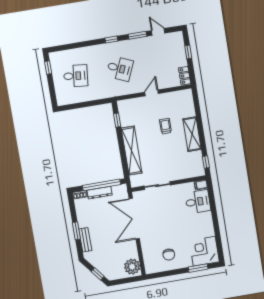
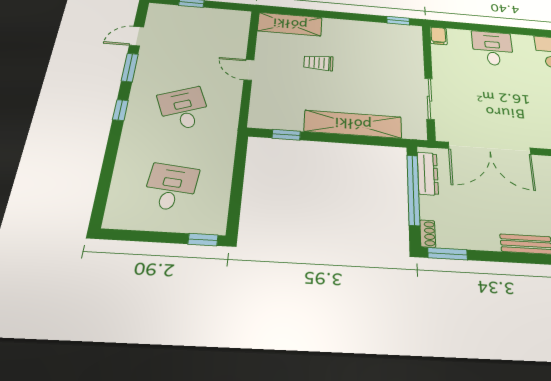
window: (48, 68) -> (203, 240), moved
desk: (120, 69) -> (184, 109), turned -45
locker: (185, 76) -> (233, 17), removed
shelving: (192, 134) -> (290, 24), moved
dresser: (100, 193) -> (428, 173), moved
desk: (198, 202) -> (493, 48), moved
window: (76, 231) -> (447, 254), moved

